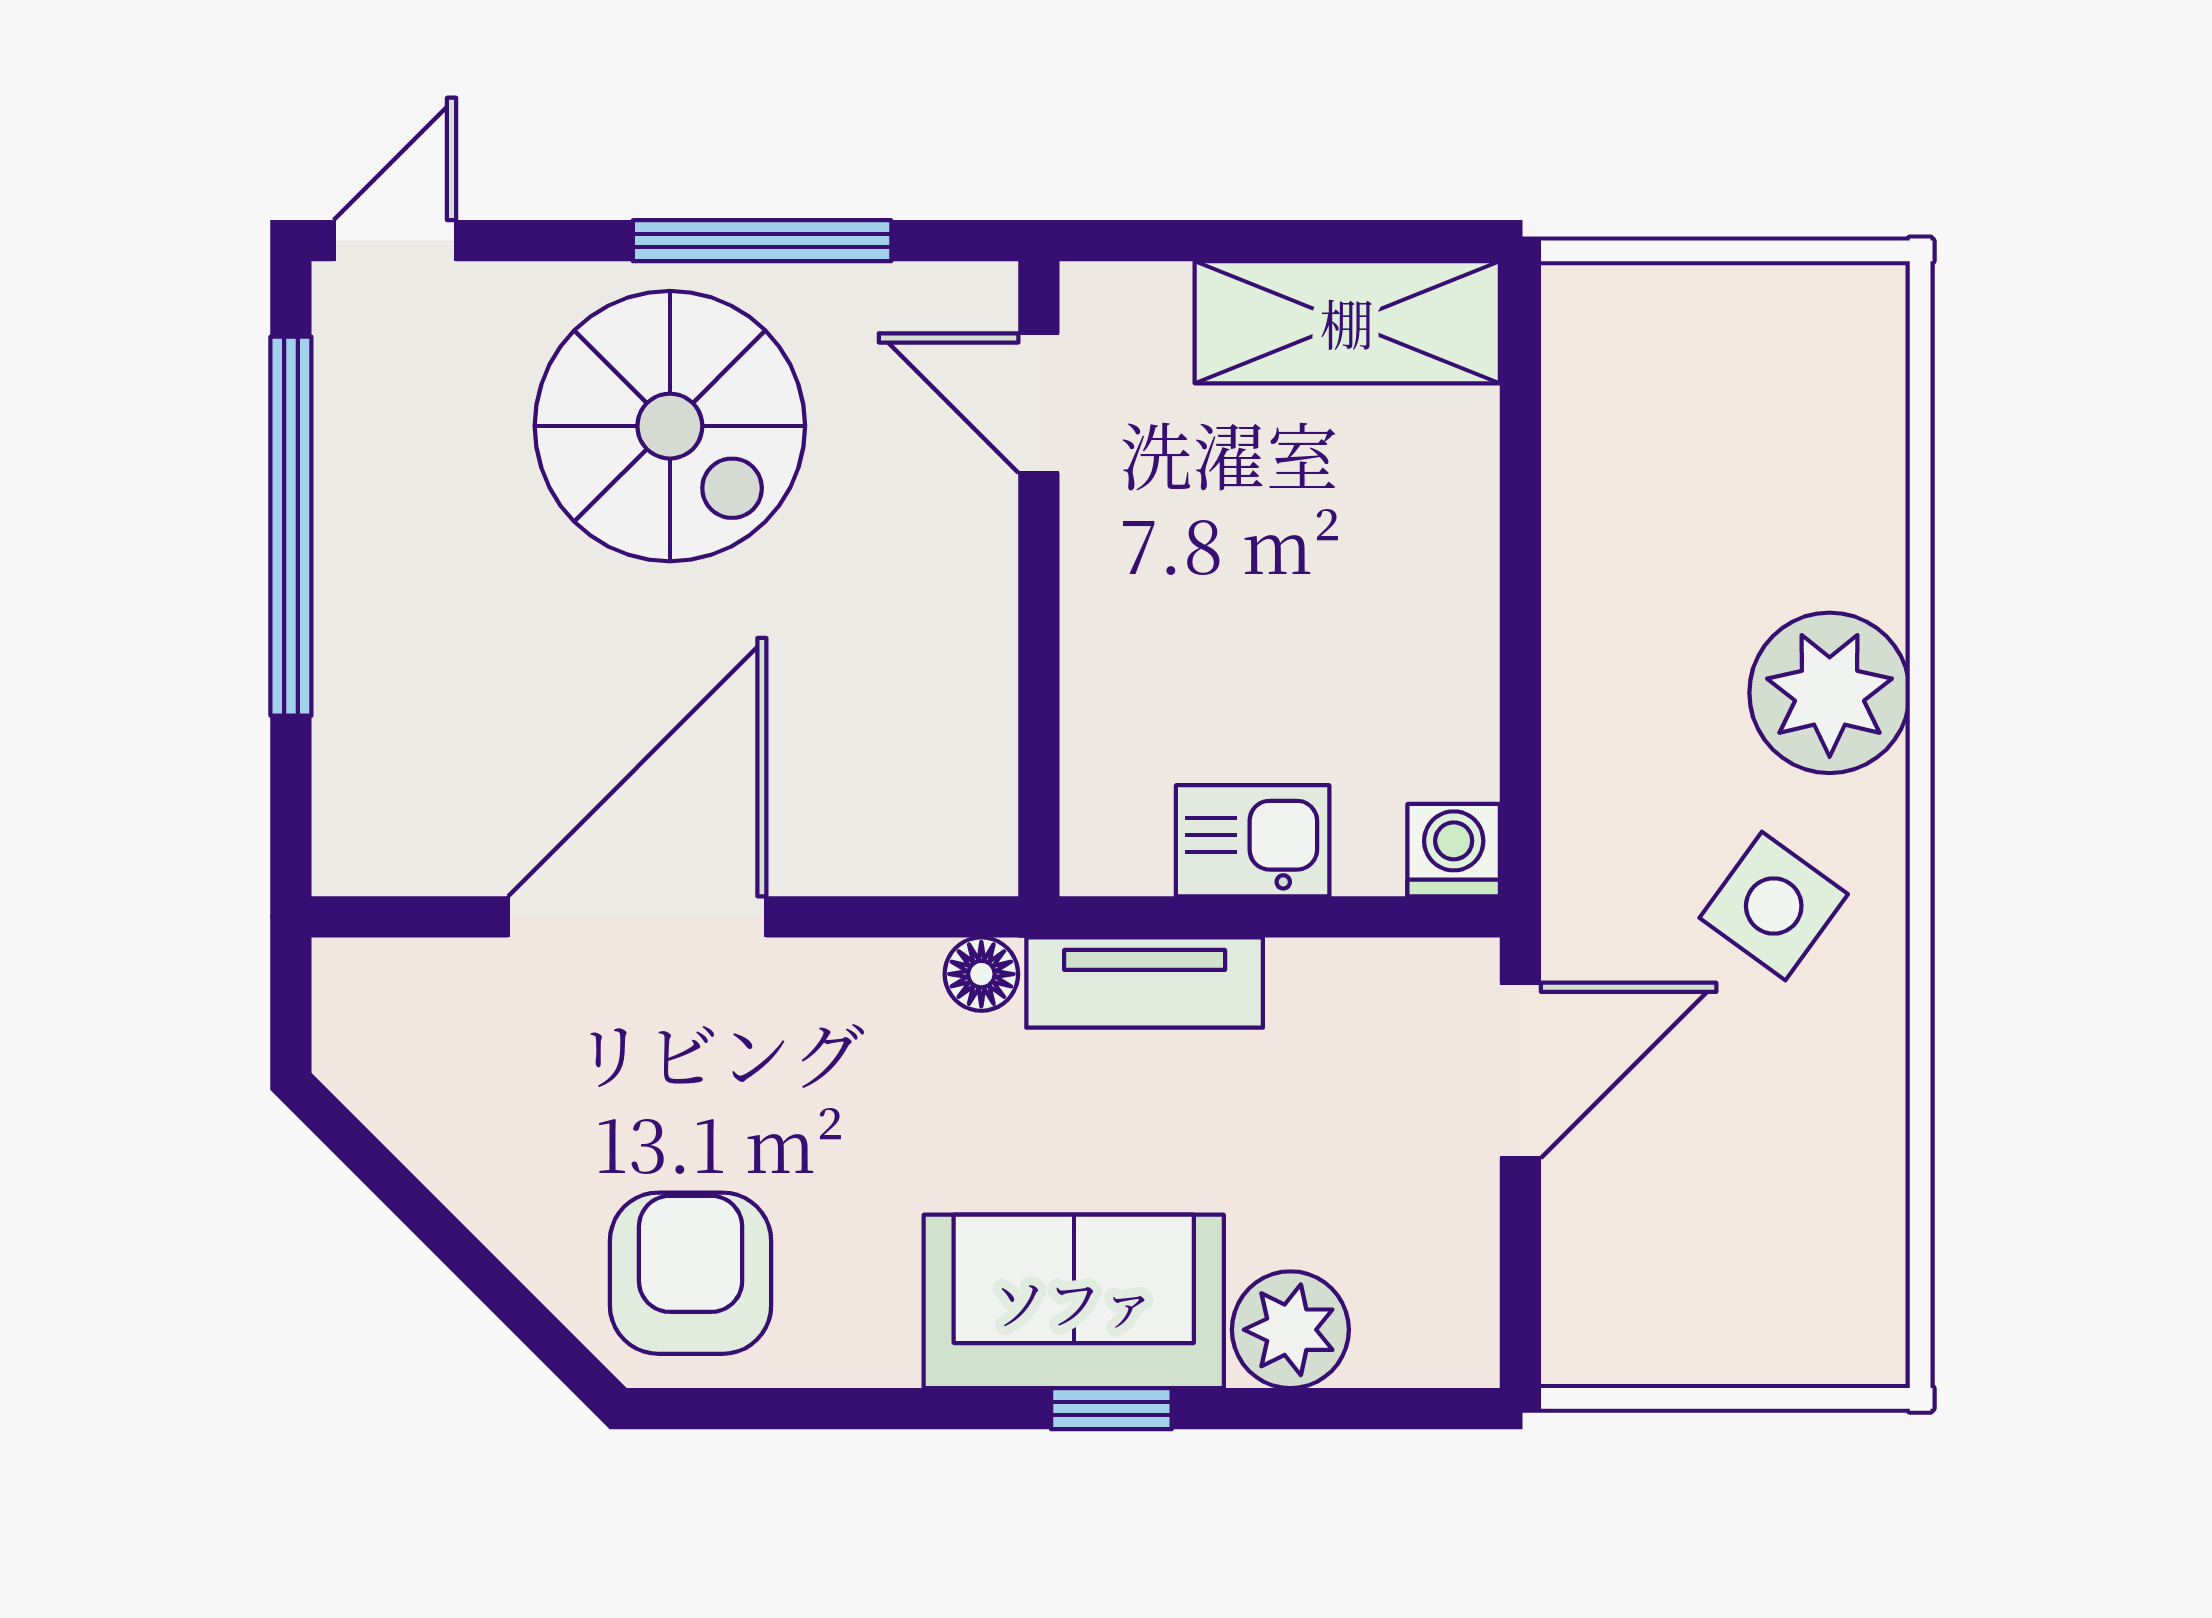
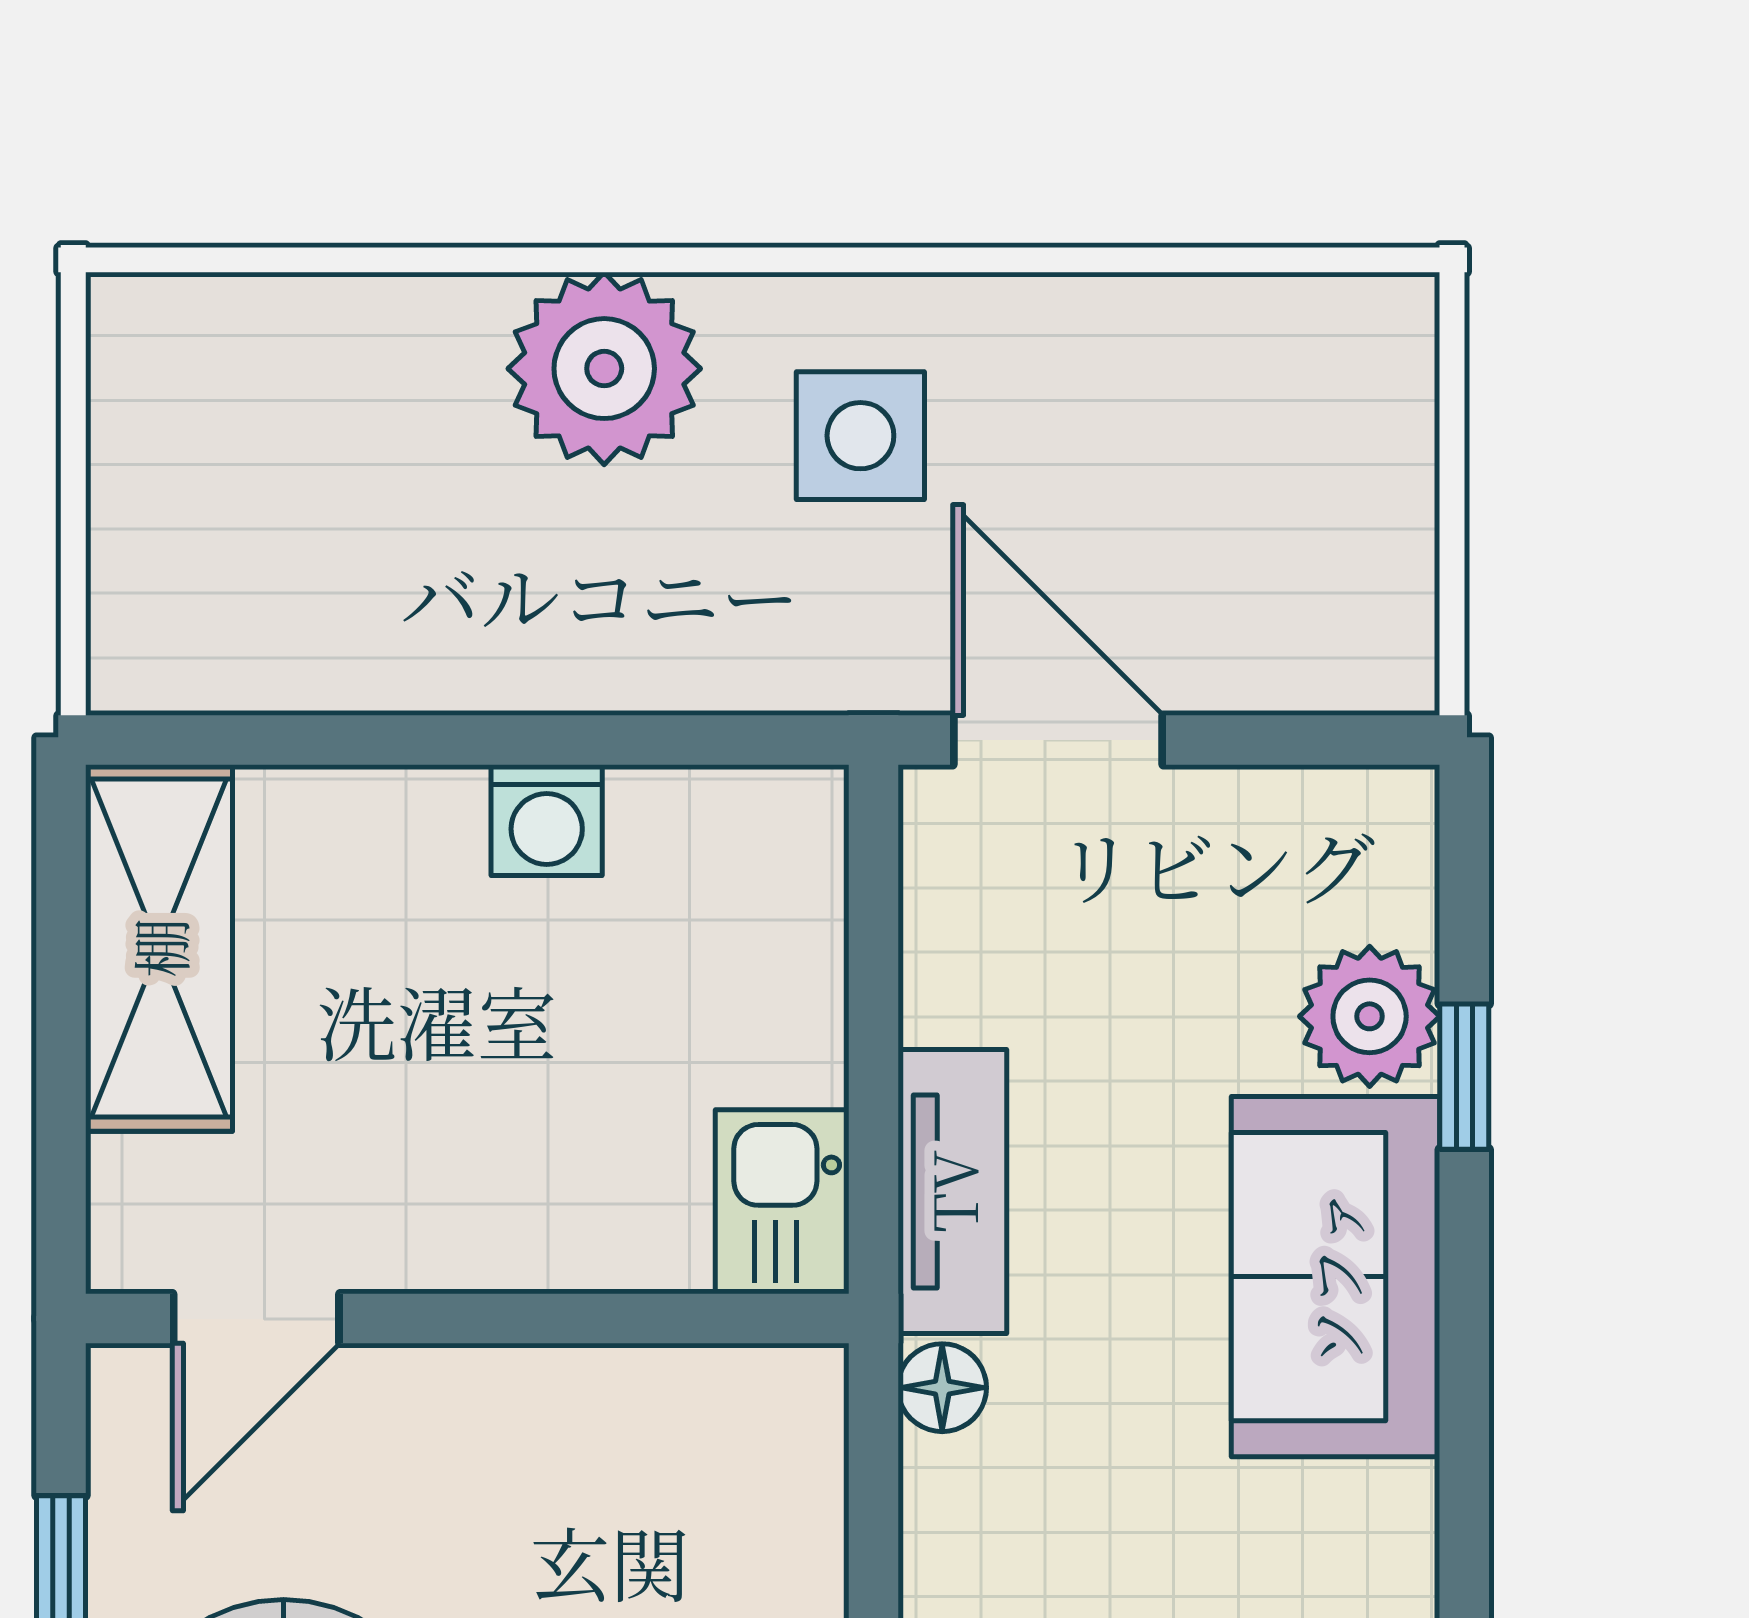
kitchen sink: (1253, 841) -> (782, 1202), moved
washing machine: (1454, 850) -> (547, 820), moved, turned -90
side table: (1774, 906) -> (860, 436), turned -36
window: (1111, 1409) -> (1464, 1077), moved

